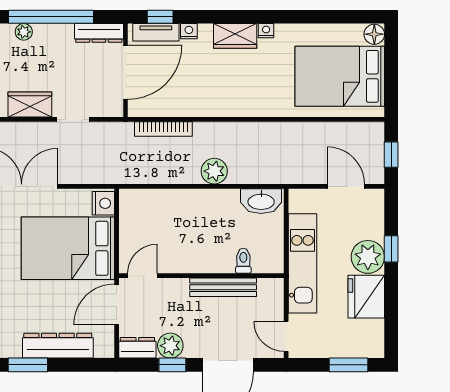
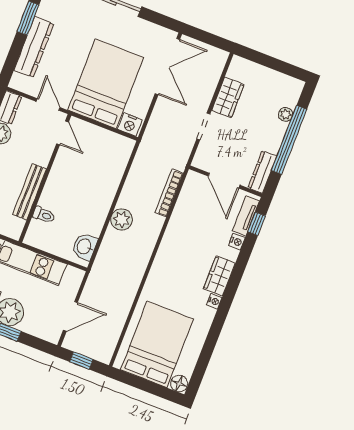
door: (126, 72) -> (224, 181), width x0.73
washbasin: (261, 201) -> (85, 247), width x0.72
door: (117, 304) -> (48, 104), width x0.73

